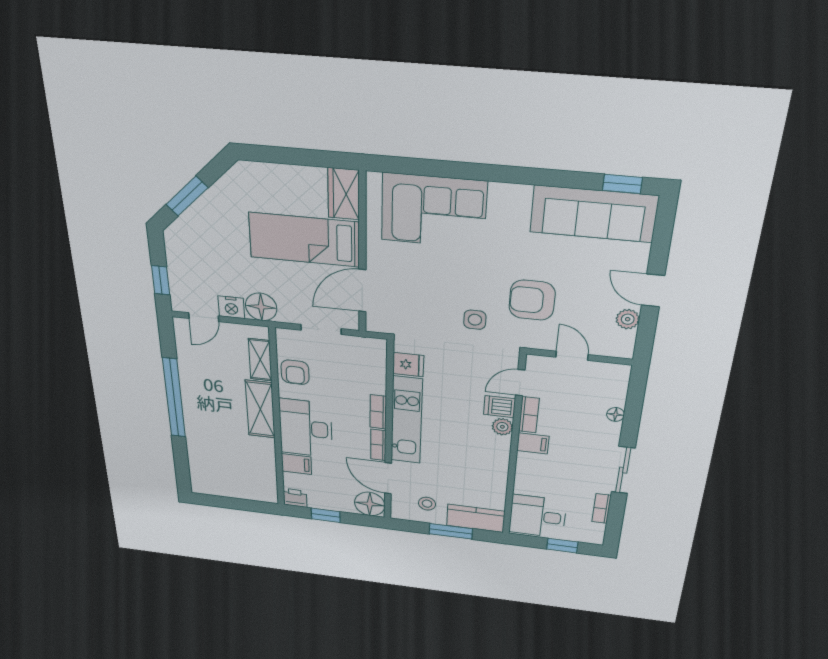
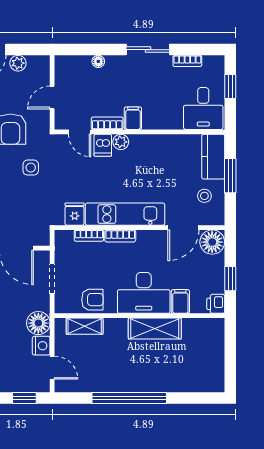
shelving: (260, 409) -> (155, 329), moved
bookcase: (378, 445) -> (89, 236), moved

